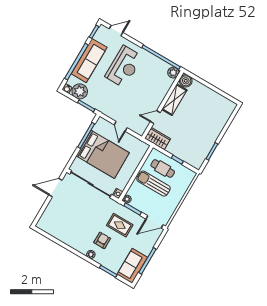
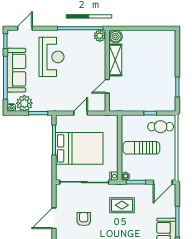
door: (121, 126) -> (81, 113), swing flipped
wardrobe: (158, 139) -> (121, 104), removed
cafe table: (163, 169) -> (161, 127), moved
door: (55, 188) -> (54, 218), moved
rug: (120, 225) -> (122, 205), moved
armchair: (102, 240) -> (84, 219), moved

